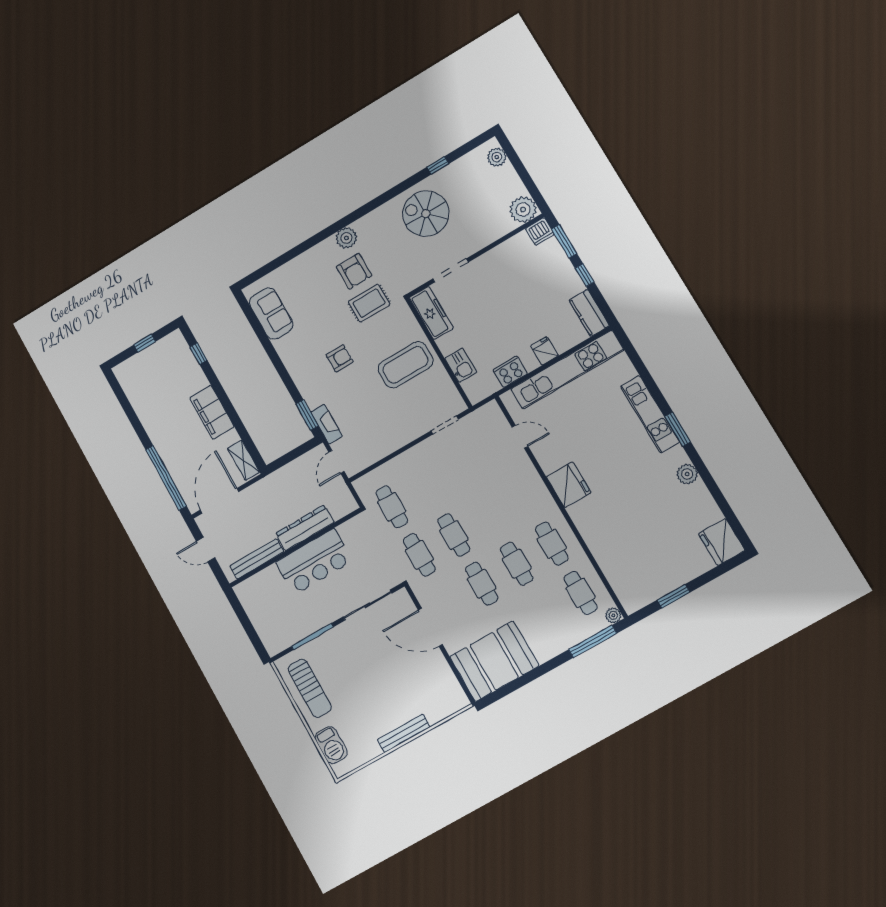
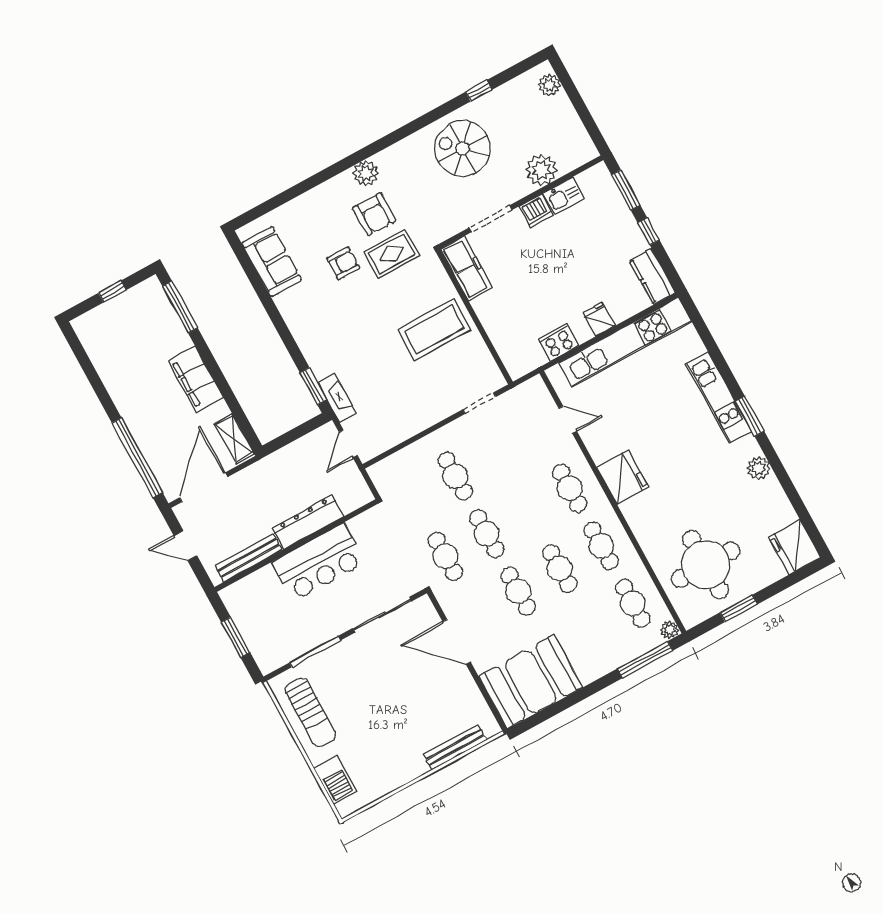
plant: (523, 210) -> (541, 170), moved
dishwasher: (540, 231) -> (536, 211), moved
window: (198, 354) -> (180, 307), width x2.17
armchair: (340, 358) -> (343, 263), moved
kitchen sink: (461, 365) -> (564, 196), moved, turned 90
cafe table: (523, 495) -> (570, 488), added
cafe table: (392, 507) -> (455, 476), moved
round table: (643, 558) -> (706, 565), added
window: (247, 625) -> (236, 637), added
bench: (404, 733) -> (455, 747), moved

